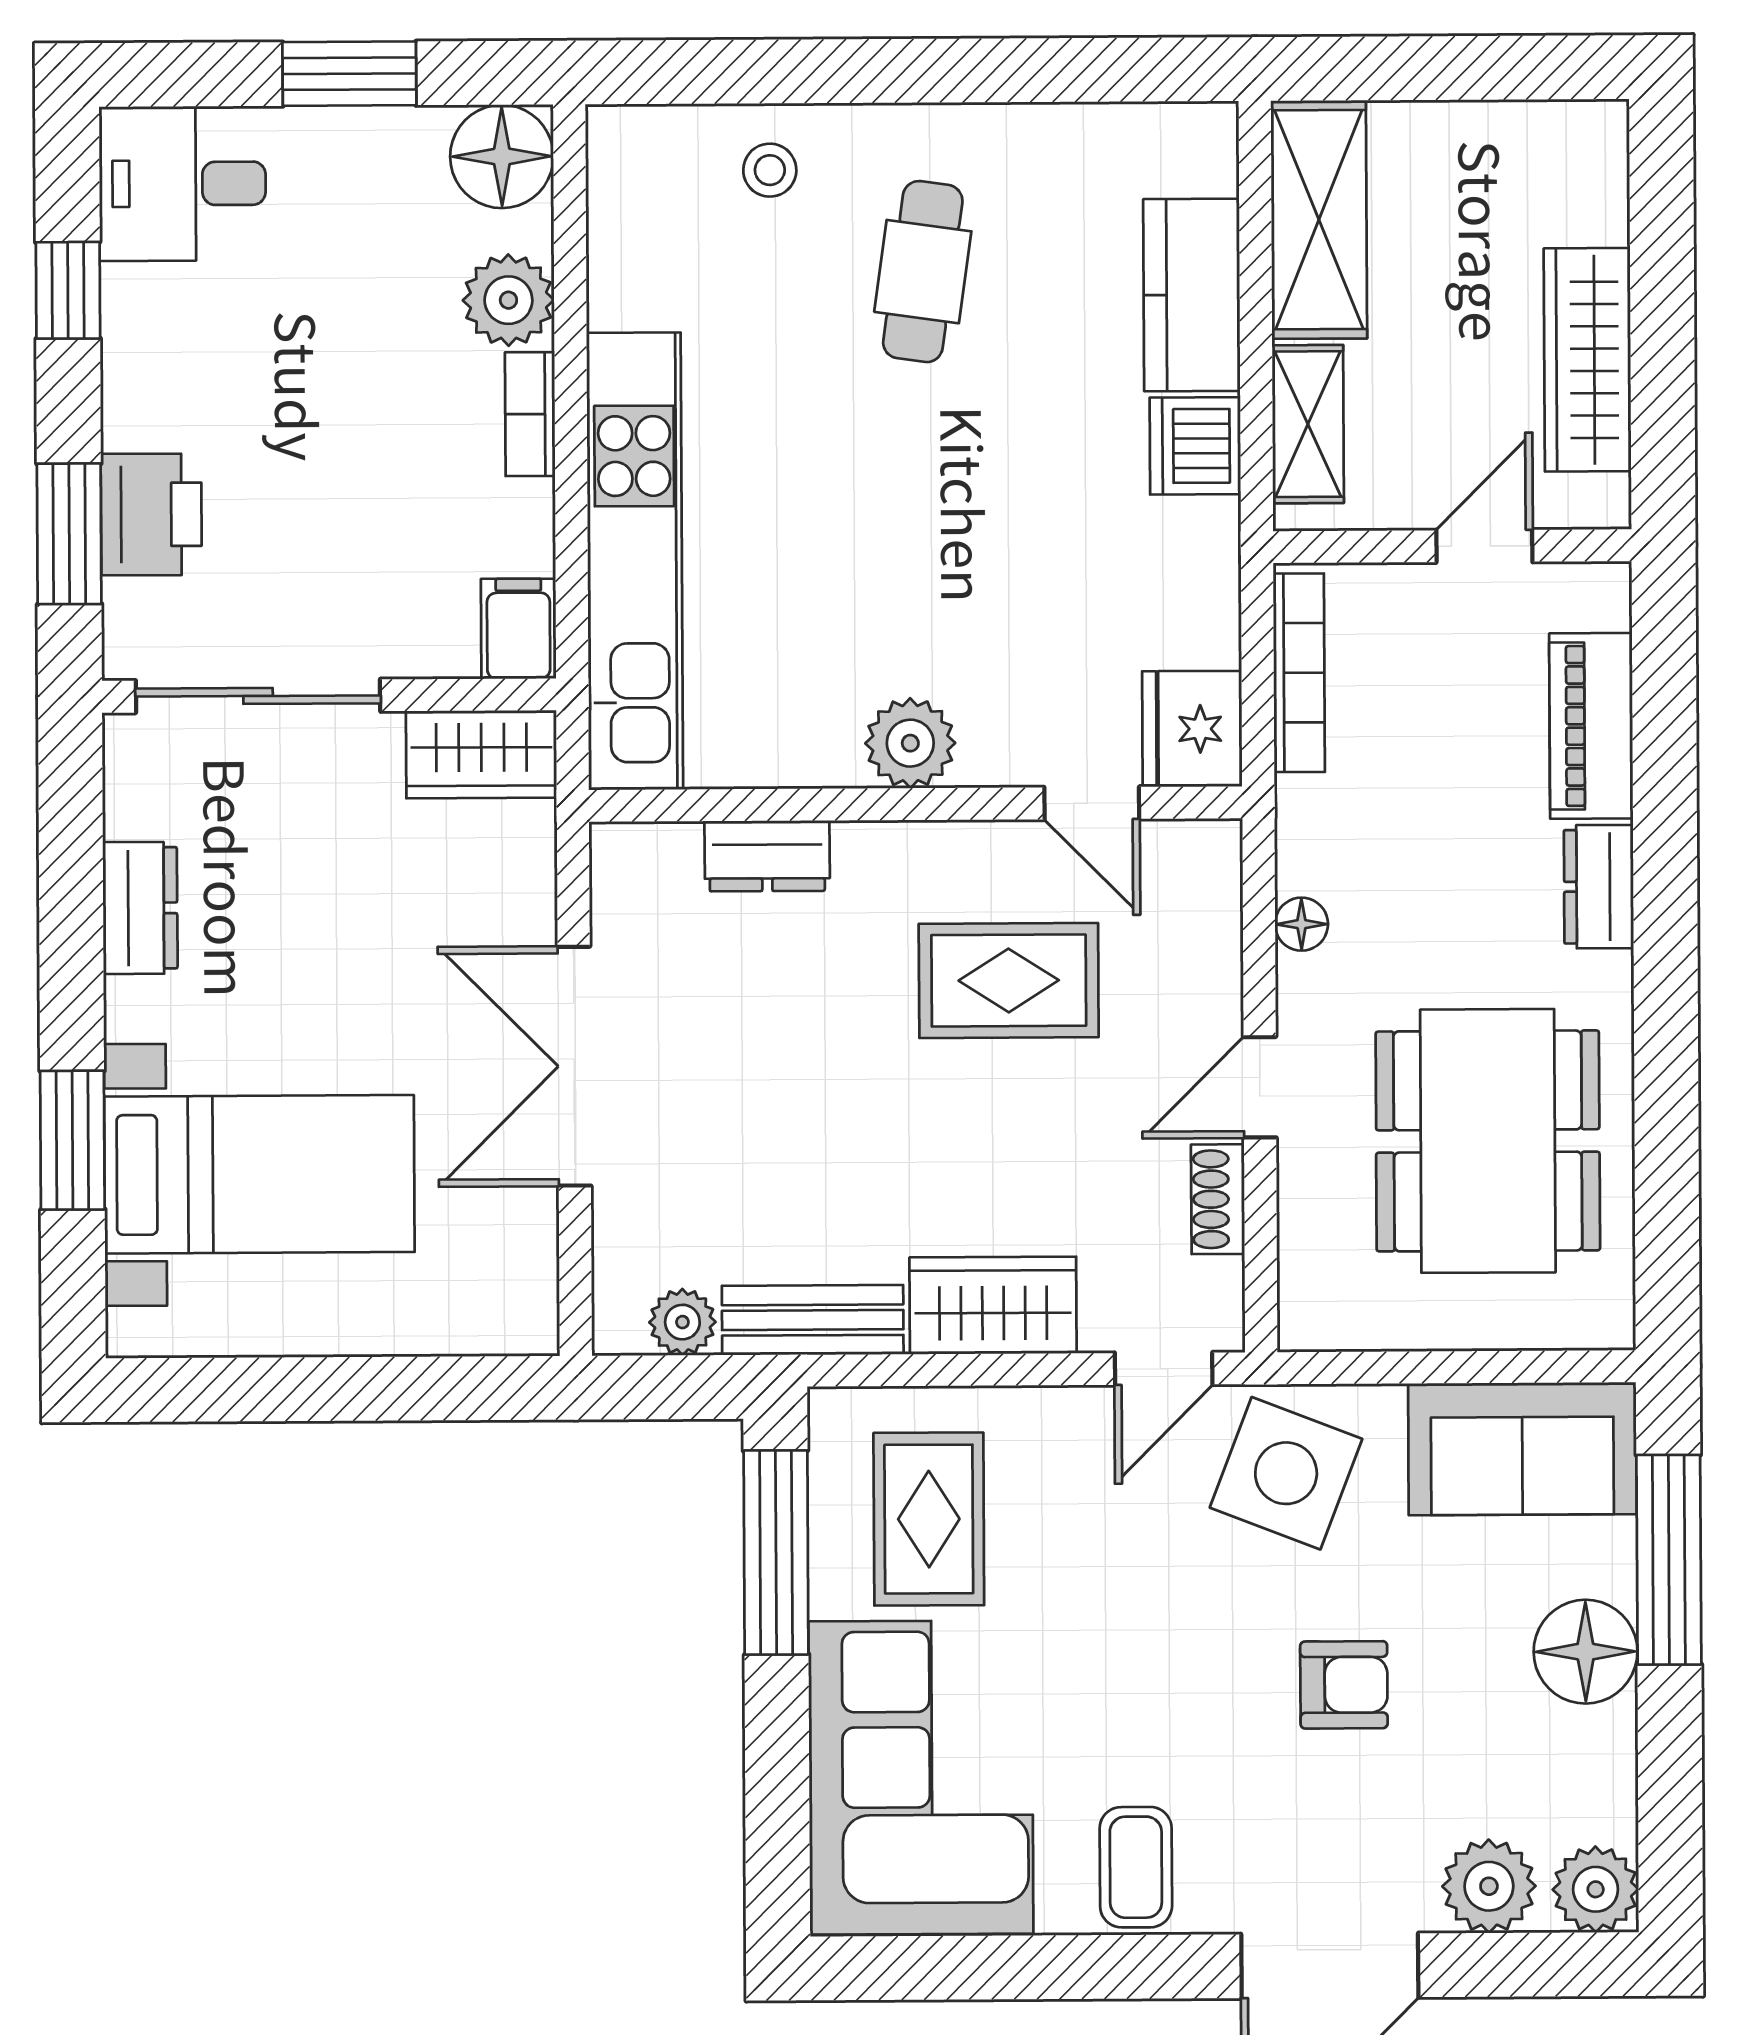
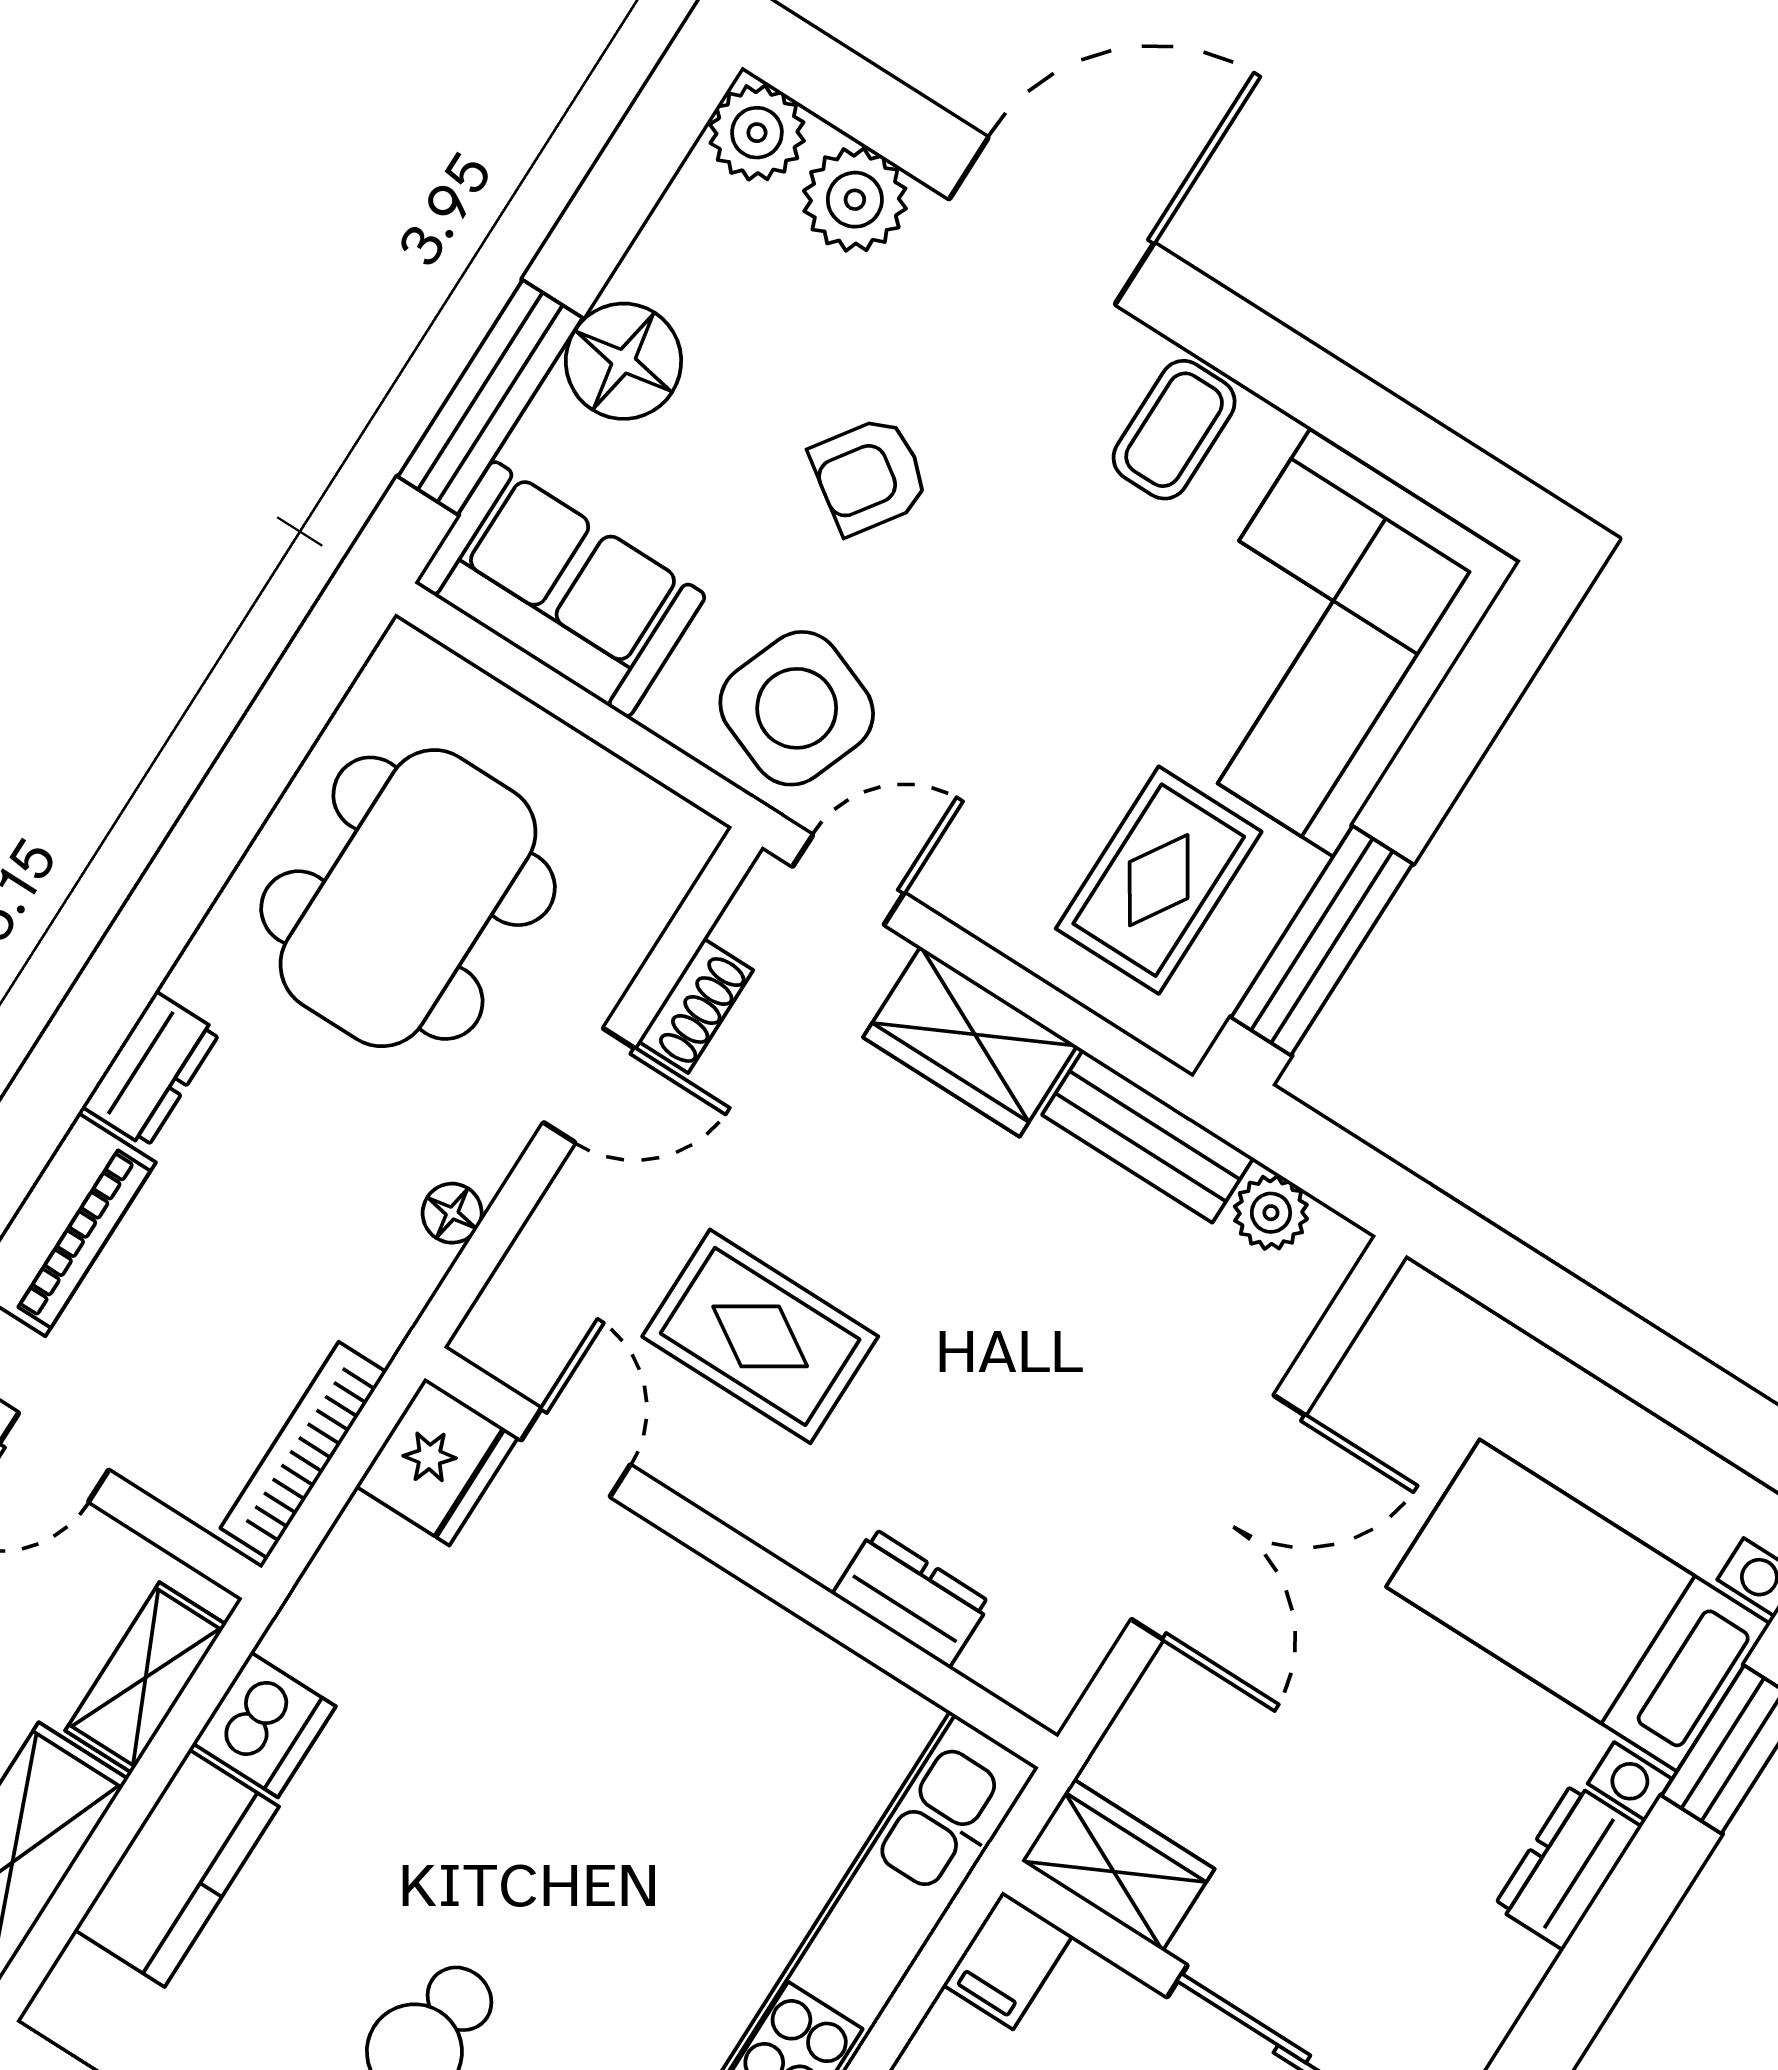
plant: (910, 743) -> (710, 1618), removed
dresser: (140, 908) -> (1568, 1866), moved
armchair: (1344, 1685) -> (870, 475), turned -55

